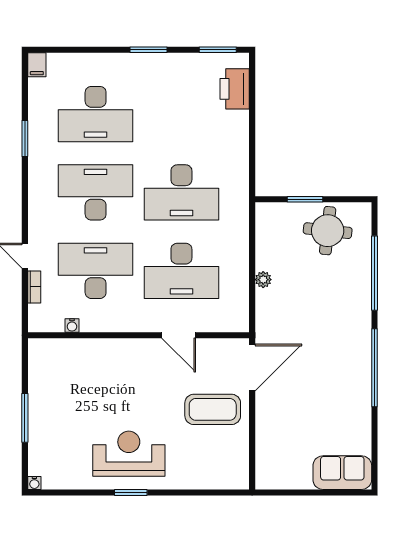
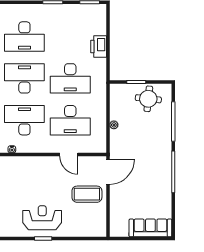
printer: (235, 89) -> (99, 46), moved
sofa: (342, 473) -> (150, 228), width x1.36

